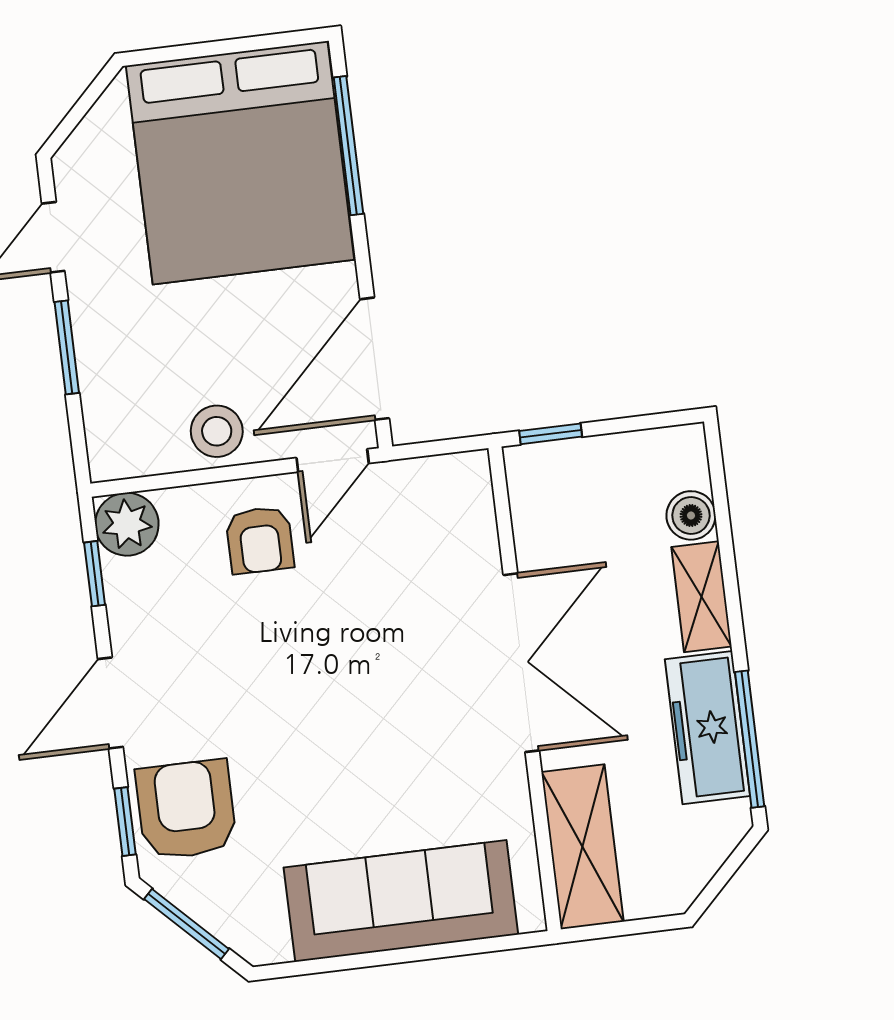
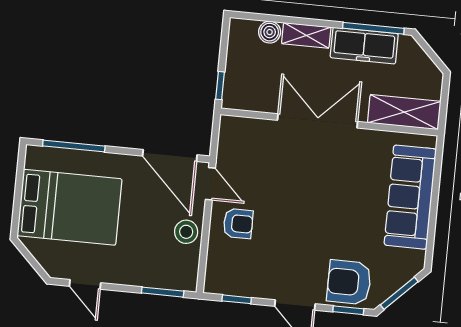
bed: (240, 163) -> (70, 207), width x0.73
window: (67, 347) -> (163, 292), moved
plant: (127, 524) -> (218, 280), removed

